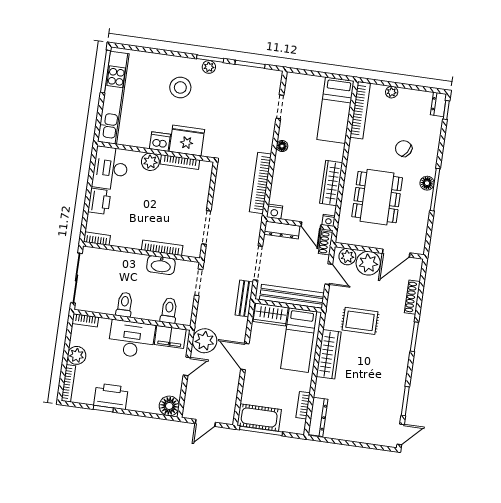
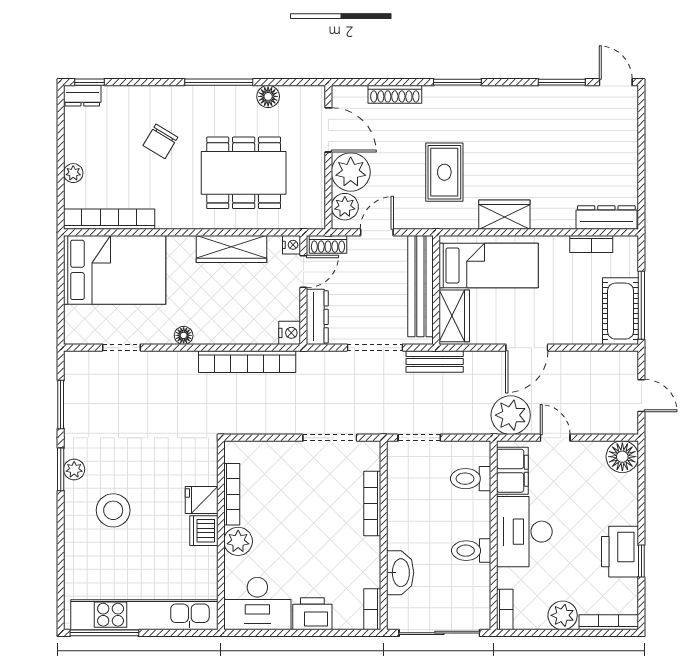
bed: (335, 110) -> (115, 270), width x1.50
fridge: (187, 141) -> (202, 500), width x0.53, depth x0.75
floor lamp: (427, 183) -> (268, 96), moved
washbasin: (161, 265) -> (400, 573), moved
wardrobe: (329, 354) -> (504, 215), width x0.67

